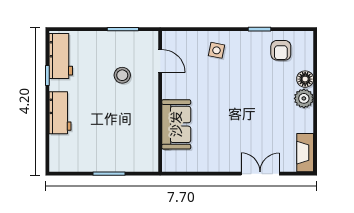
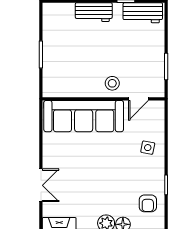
armchair: (281, 50) -> (148, 203), turned -90
stool: (122, 75) -> (112, 83), moved
sofa: (176, 124) -> (84, 116), width x1.85, depth x1.27

